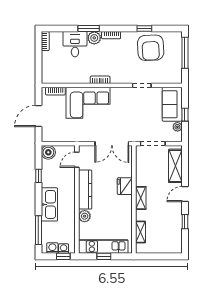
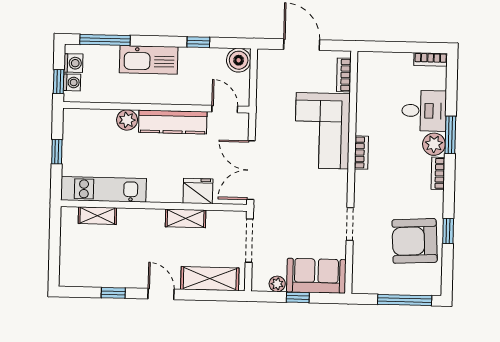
fridge: (125, 186) -> (198, 191), moved
shelving: (141, 198) -> (186, 218), moved
kitchen unit: (103, 247) -> (103, 189), moved, turned -90

